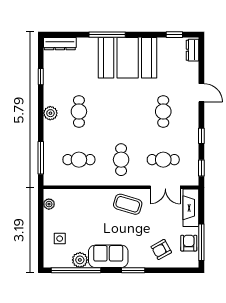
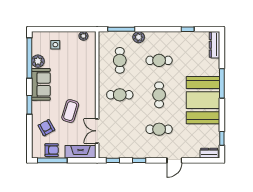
plant: (50, 113) -> (139, 37), moved
cafe table: (163, 160) -> (159, 95), moved
coffee table: (128, 204) -> (70, 111), moved

